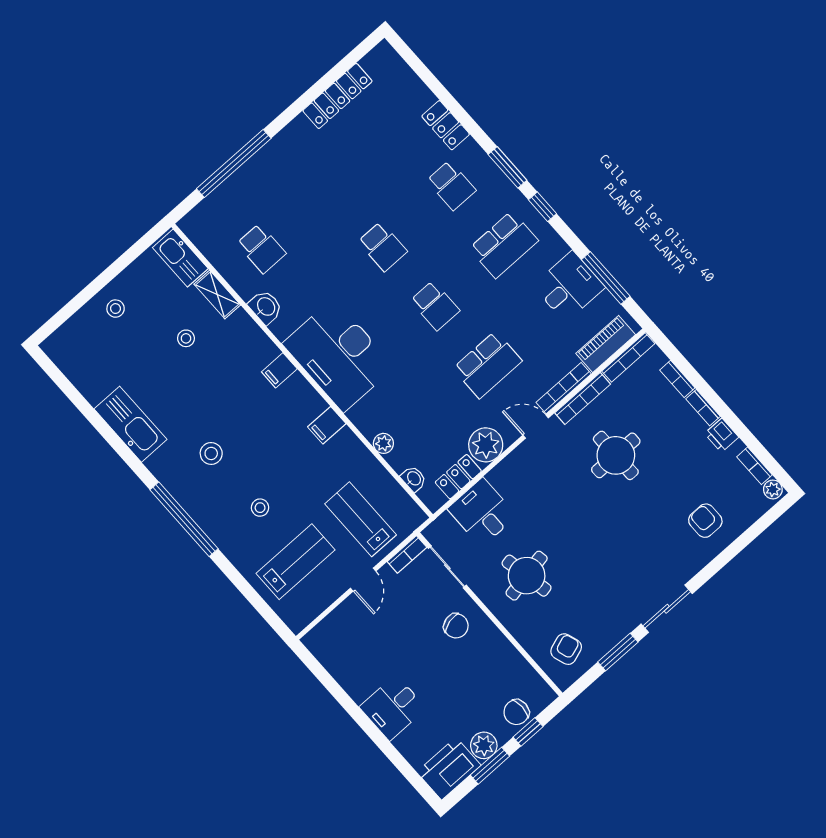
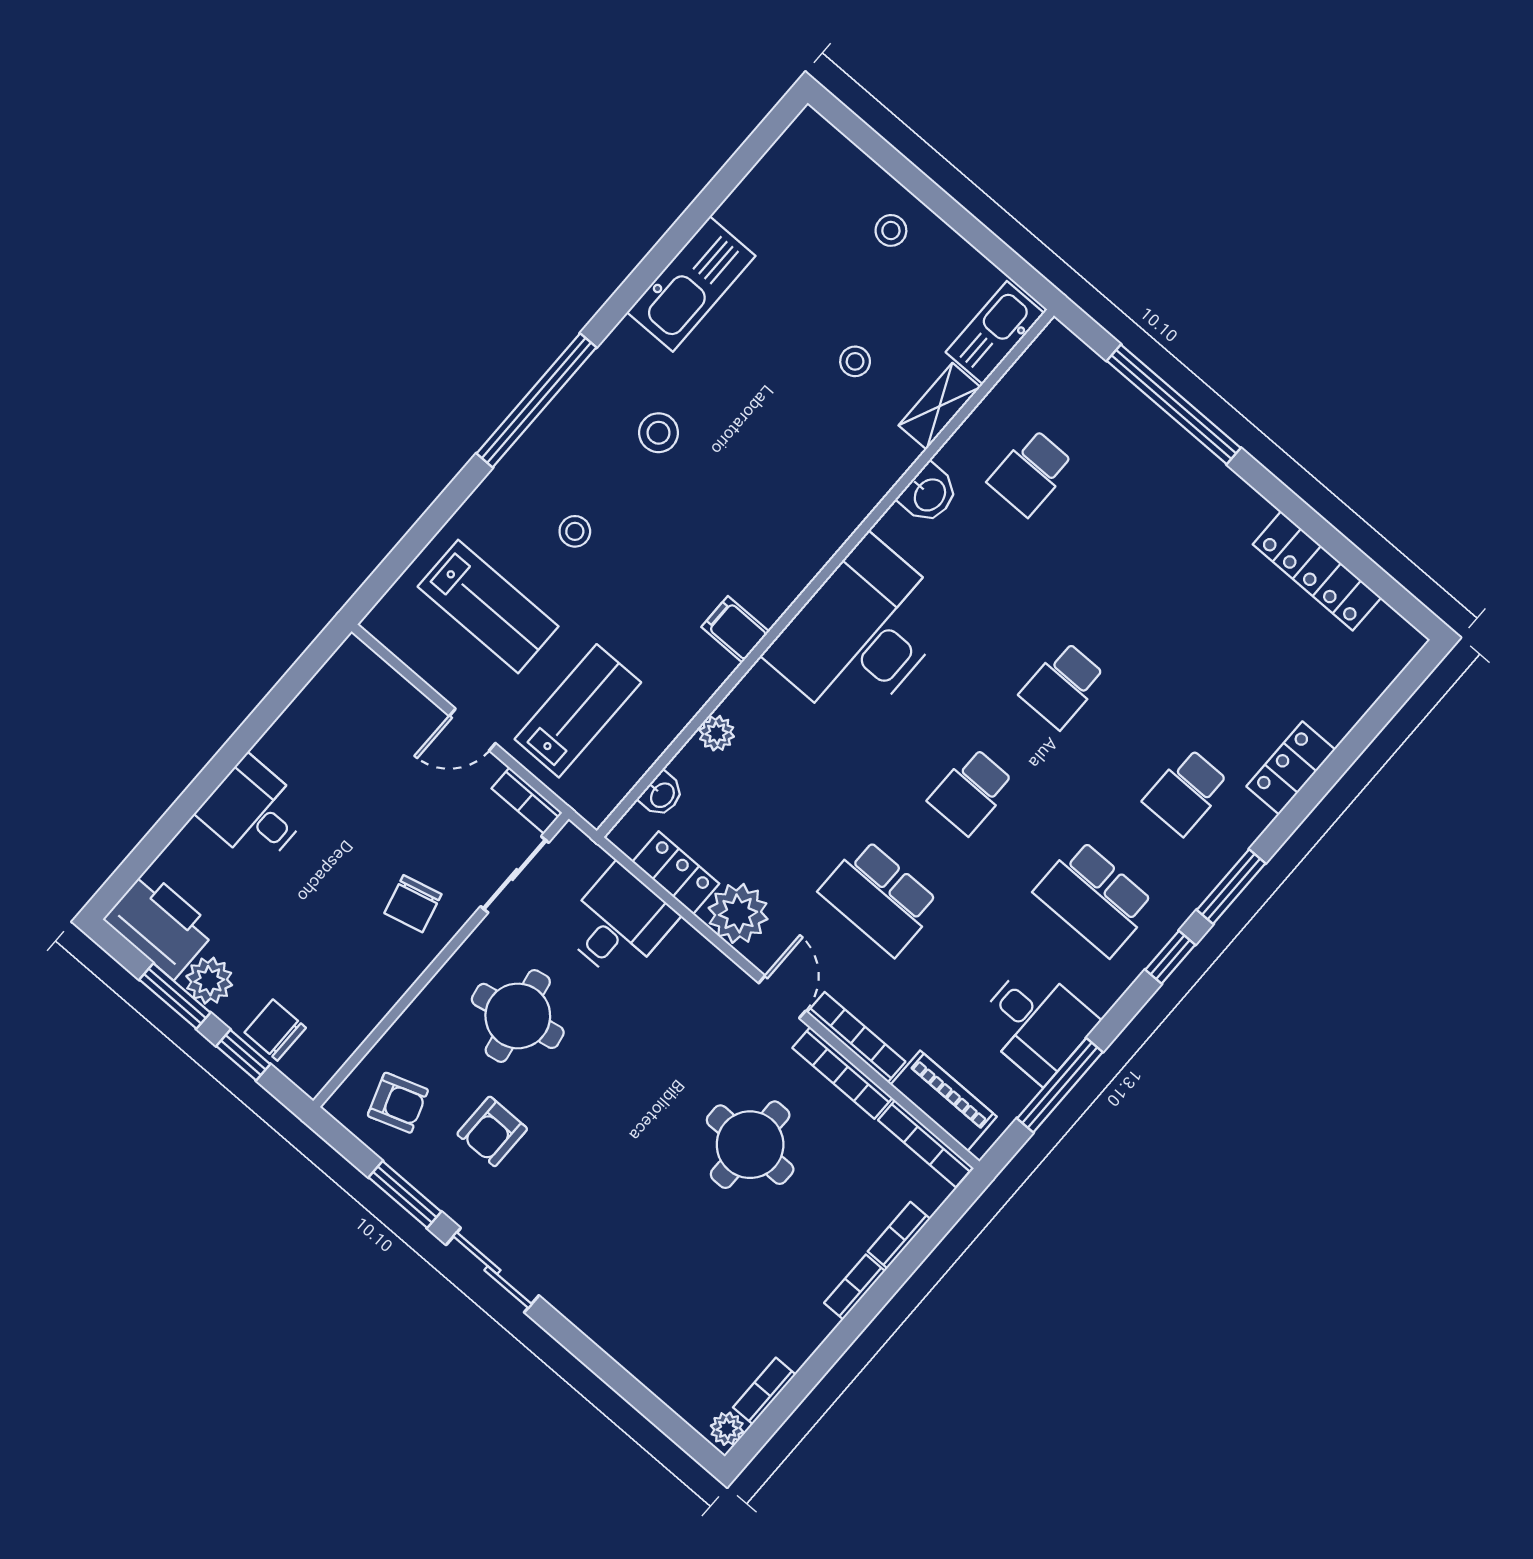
filing cabinet: (279, 370) -> (821, 533), removed
printer: (722, 435) -> (810, 1326), removed
armchair: (705, 521) -> (492, 1131), moved, turned 180

